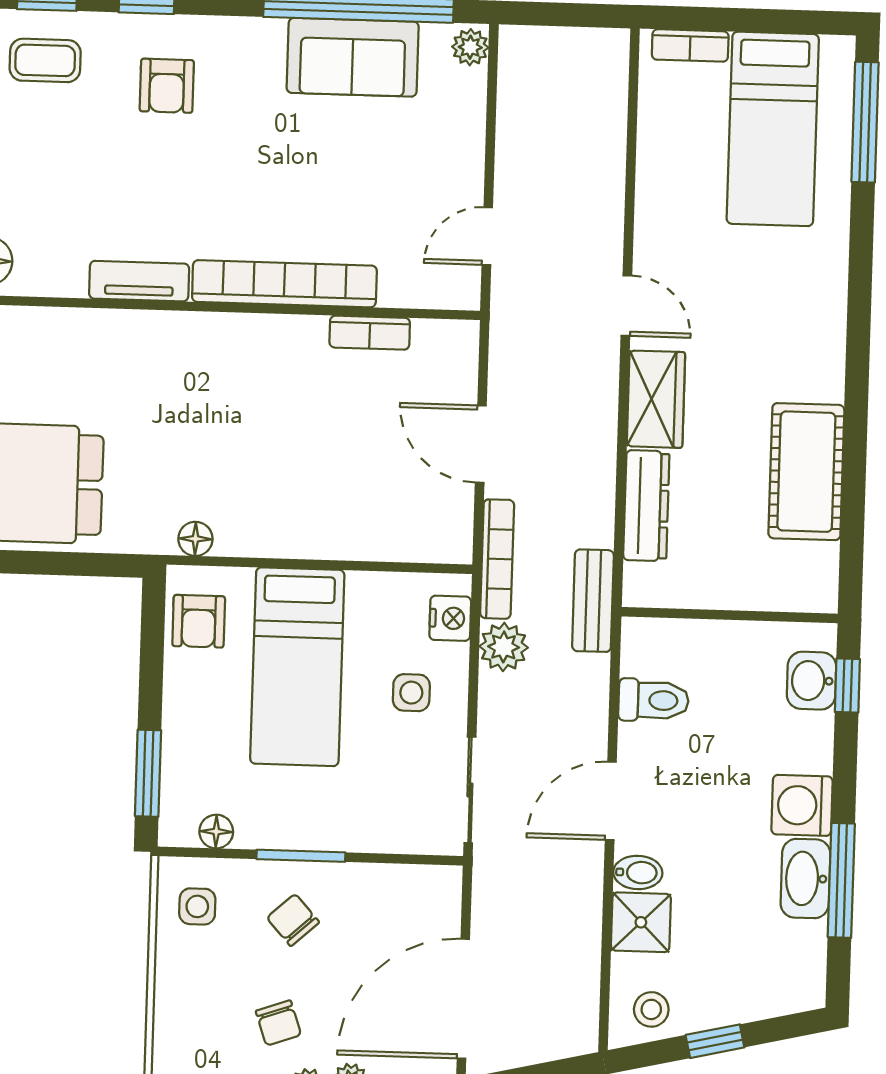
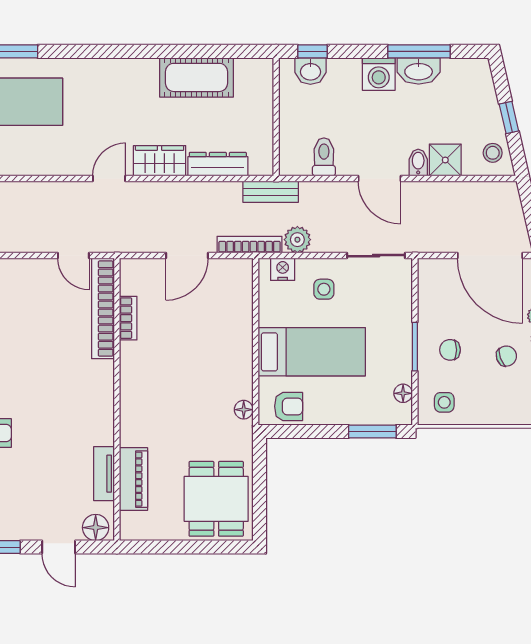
tv unit: (139, 281) -> (104, 474), moved
bookcase: (284, 284) -> (103, 309), moved
piano: (75, 333) -> (133, 479), added
chair: (293, 920) -> (450, 350), turned 42

